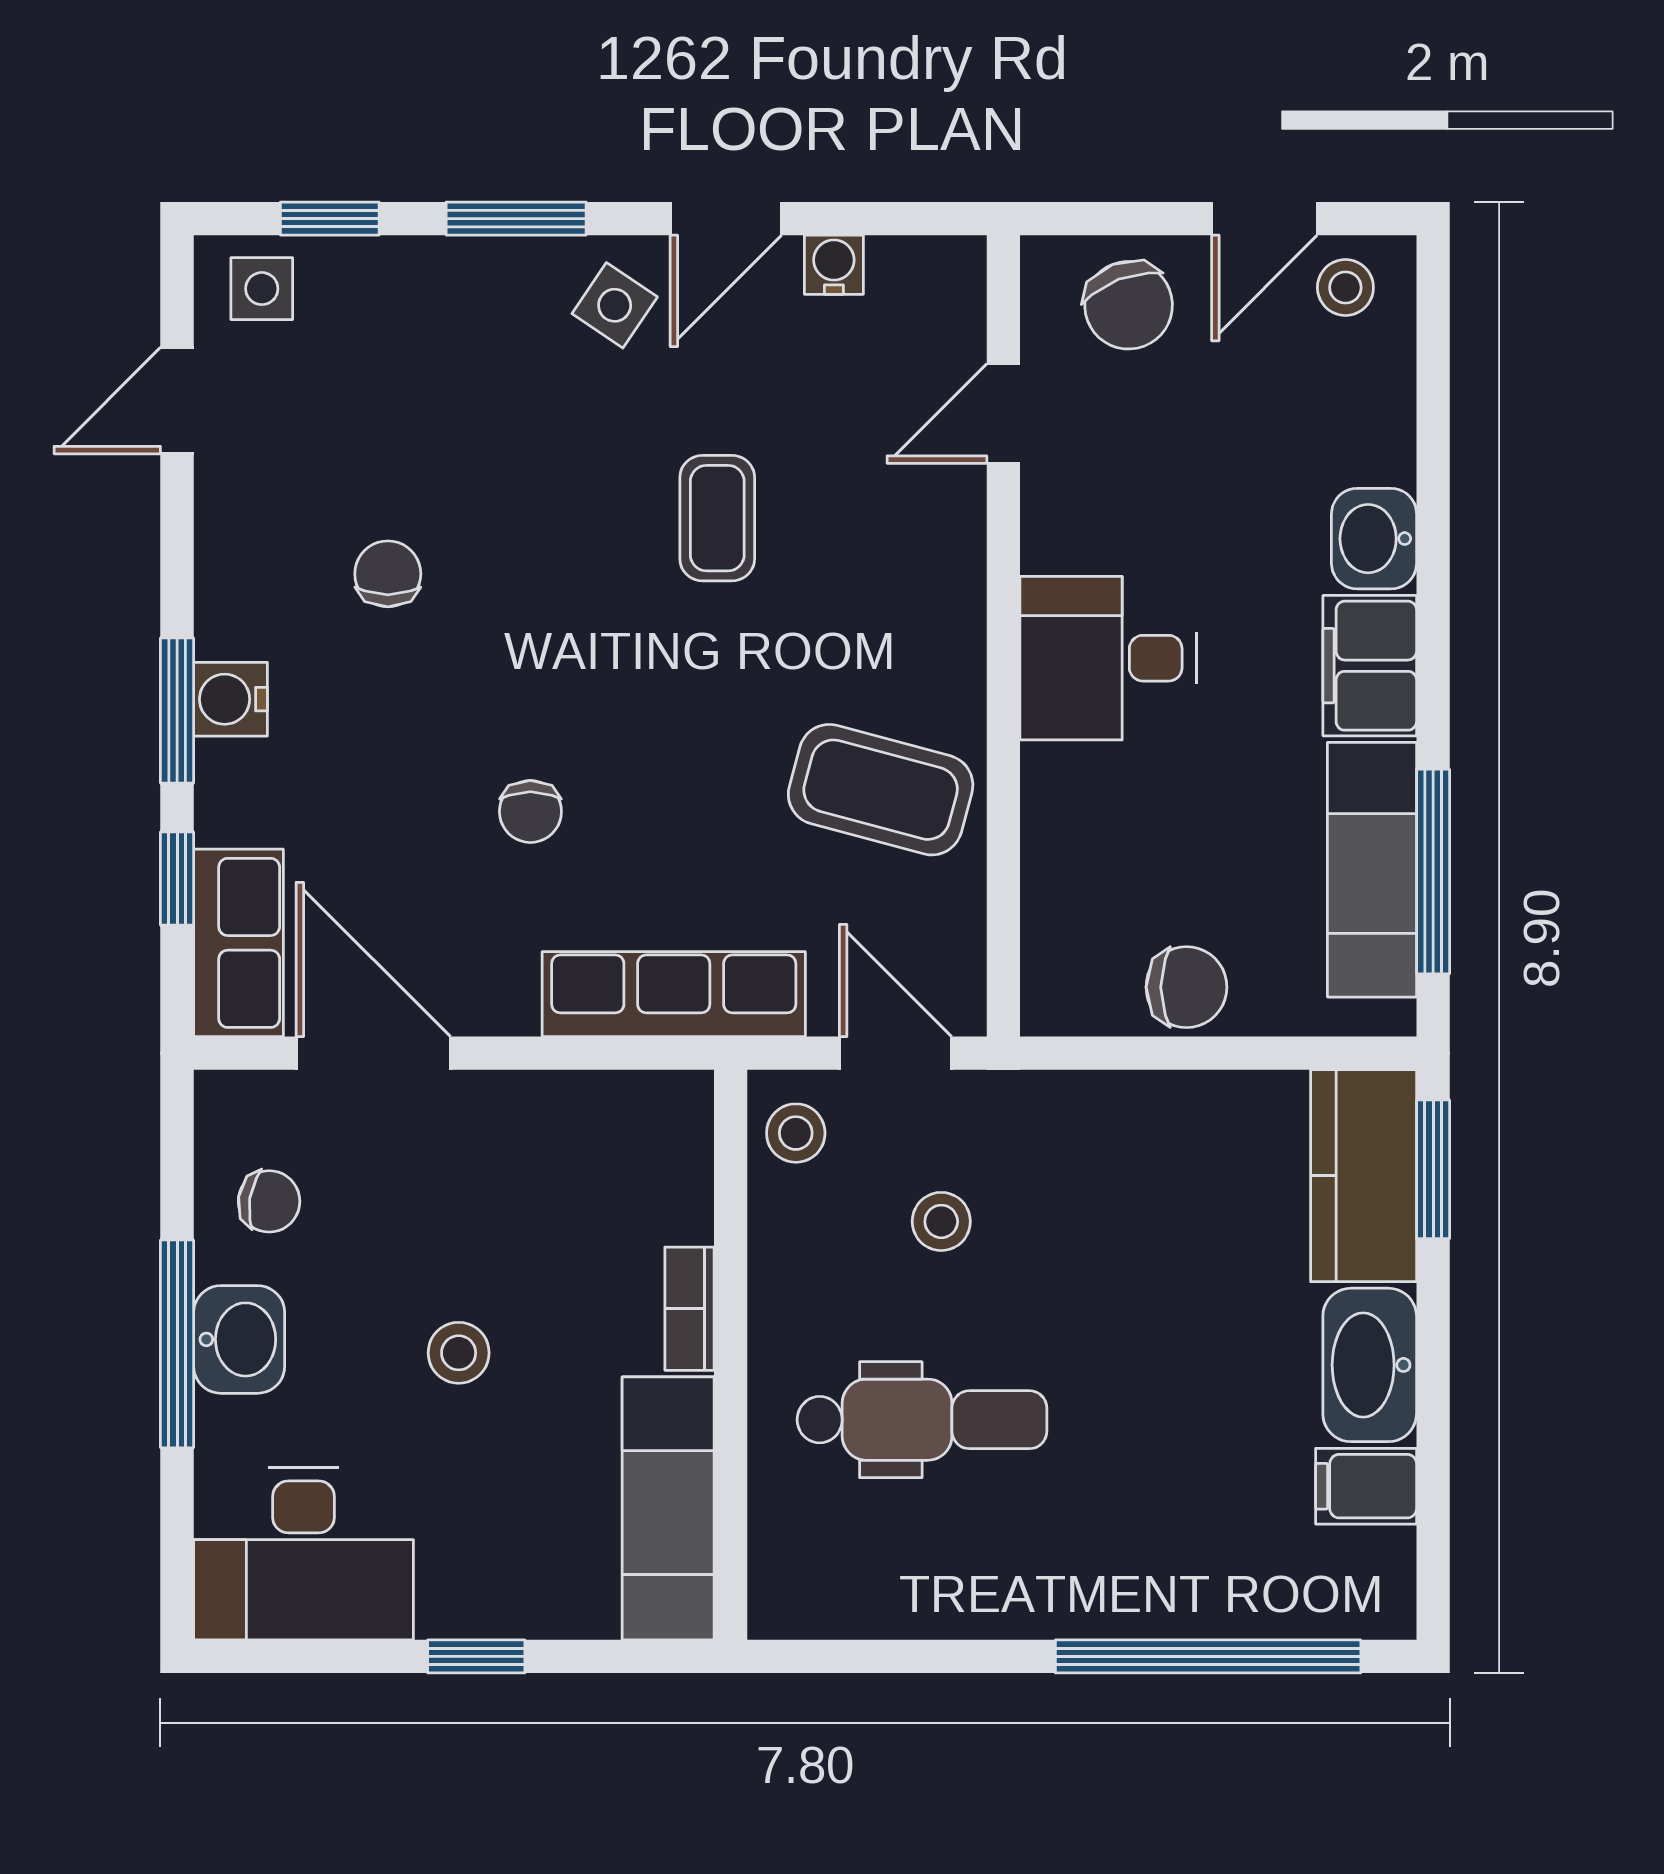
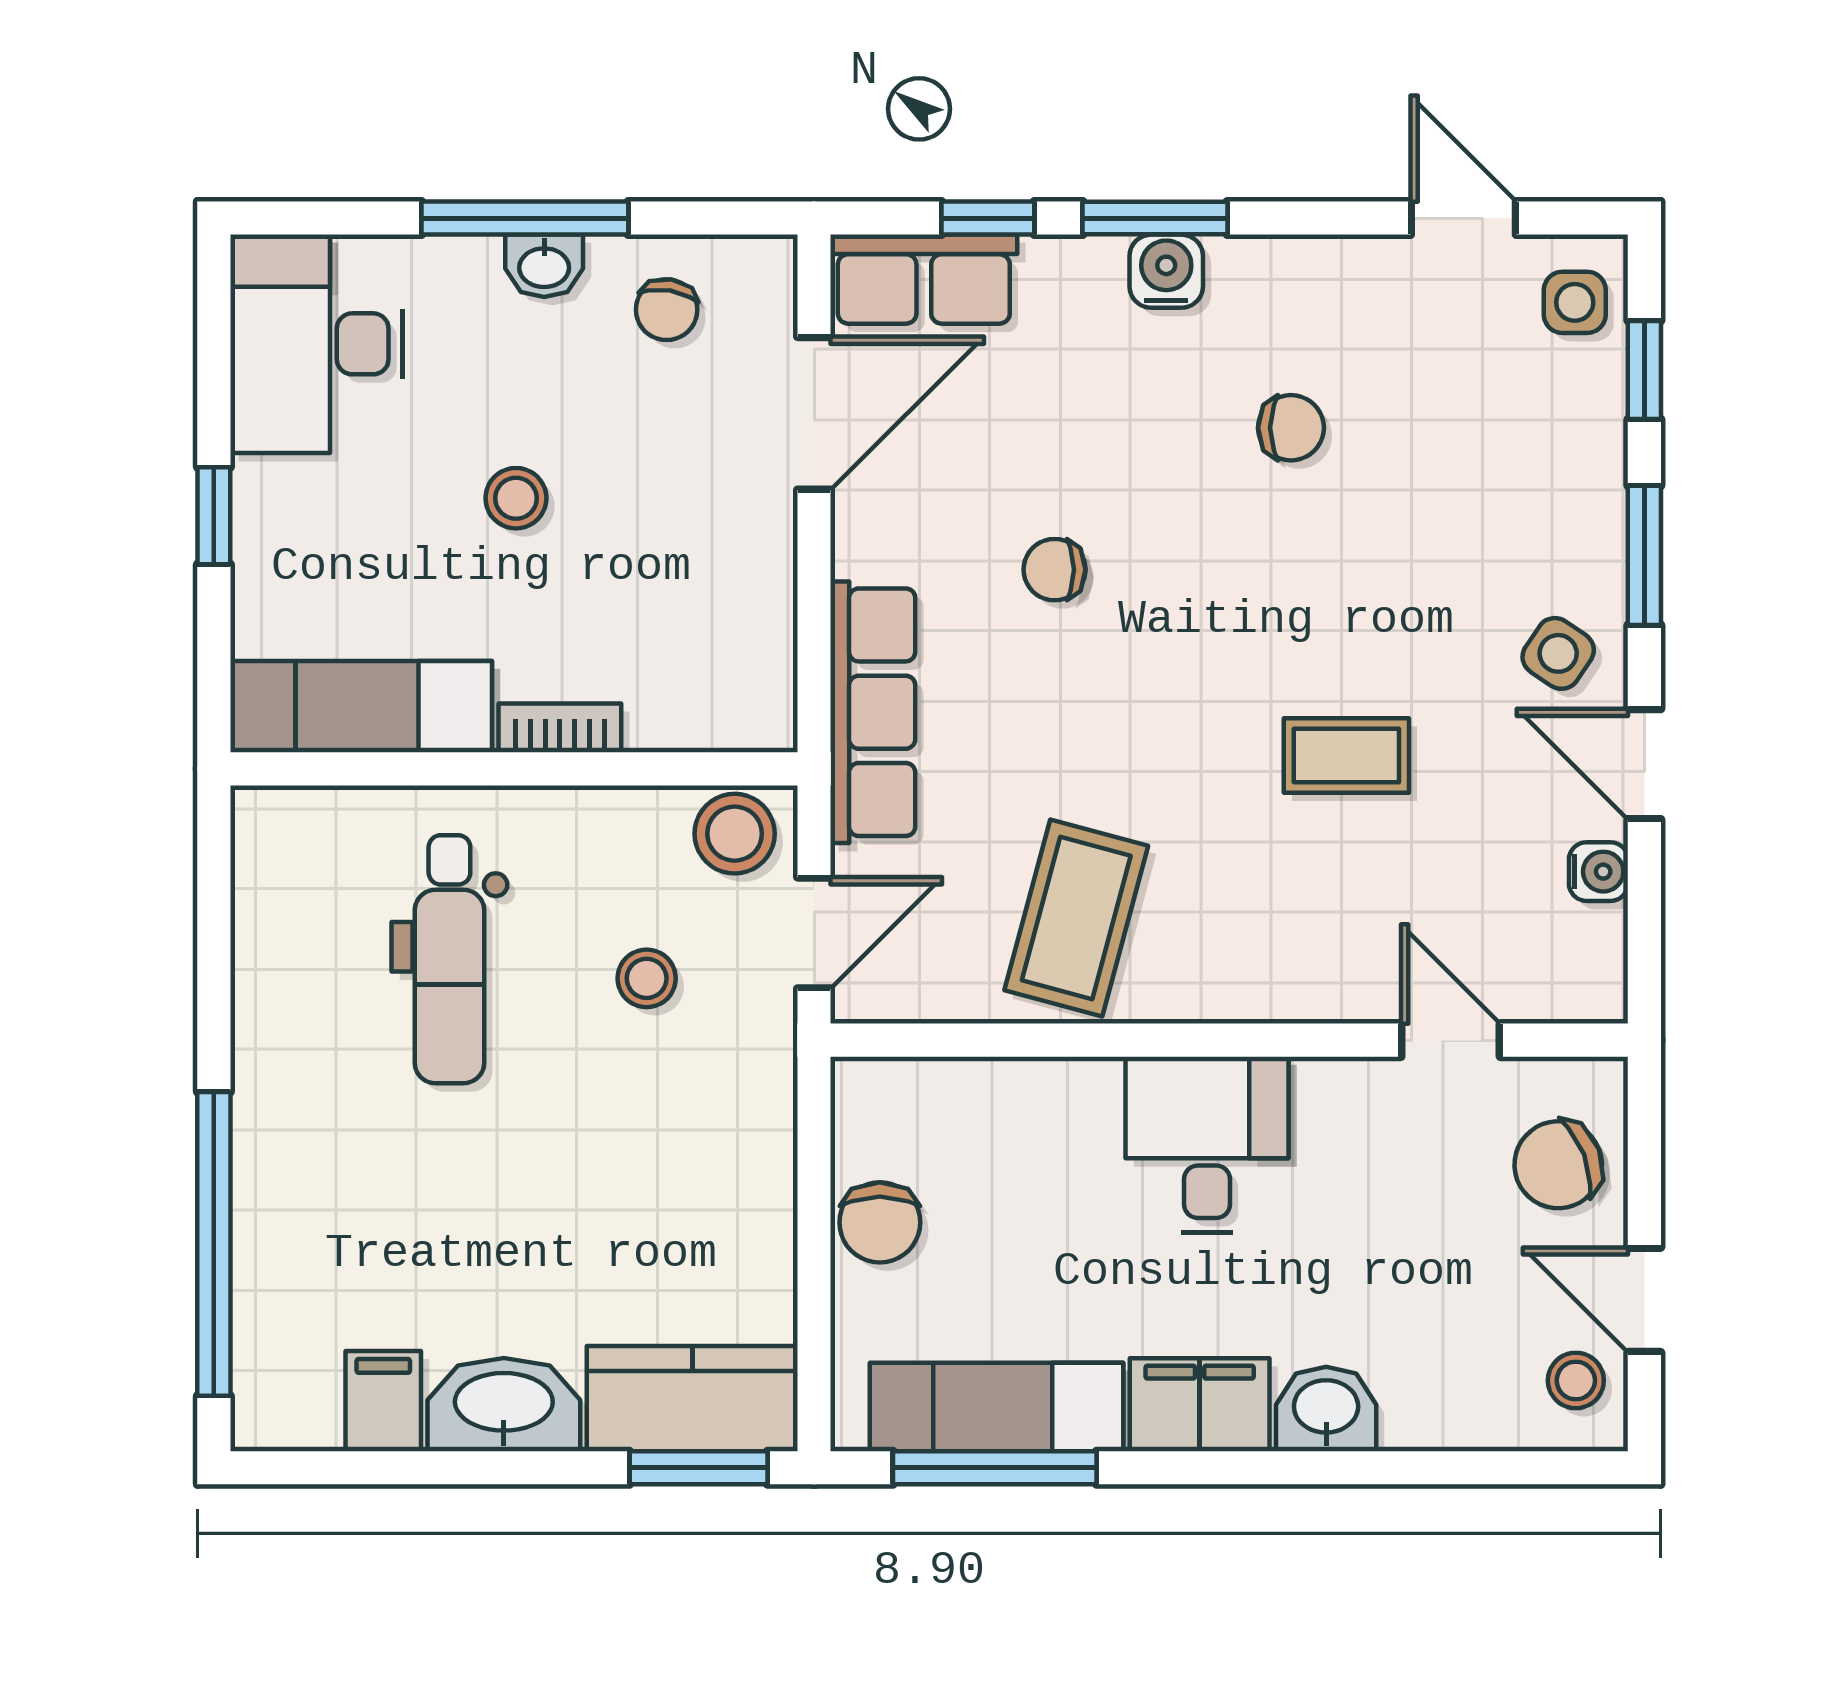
stool: (796, 1133) -> (735, 834), width x1.37, depth x1.37
washbasin: (239, 1339) -> (544, 266), width x0.72, depth x0.69

